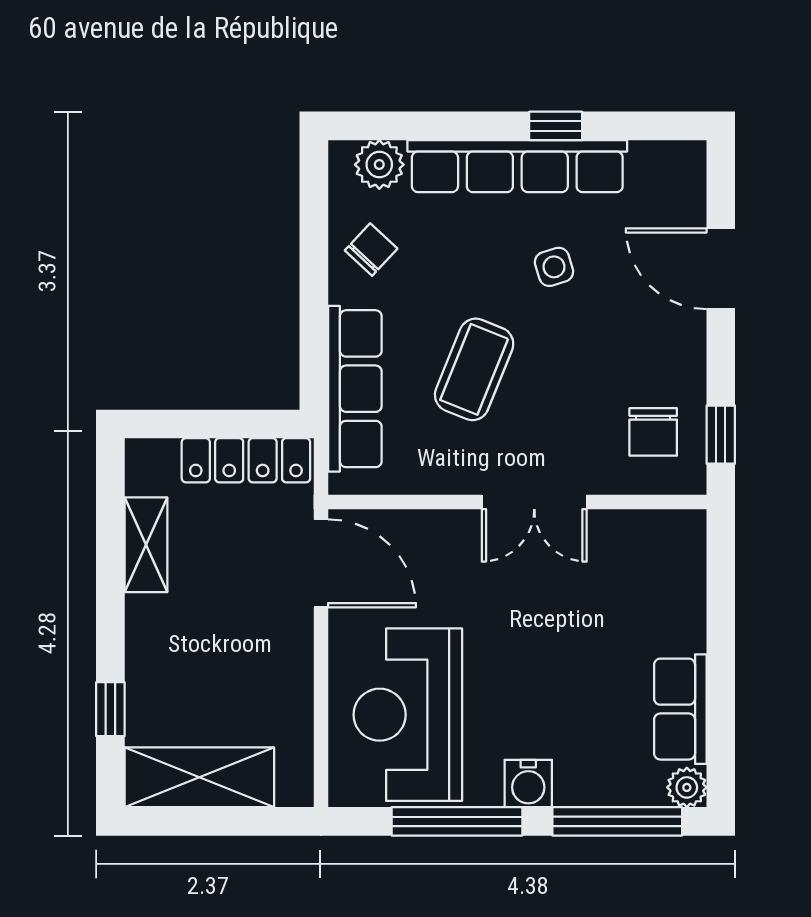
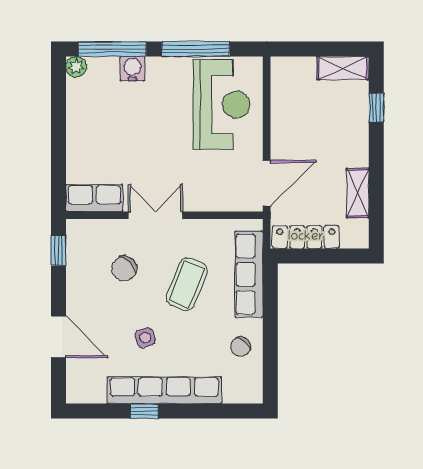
plant: (379, 165) -> (236, 391), removed
chair: (653, 432) -> (124, 268), moved, turned -134
door: (321, 563) -> (267, 183), swing flipped
row of seats: (680, 709) -> (94, 198), moved, turned -90
shelving: (199, 777) -> (343, 68), width x0.67, depth x0.75
water cooler: (528, 784) -> (132, 69), moved

